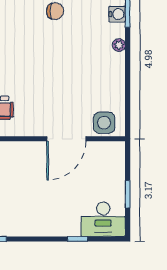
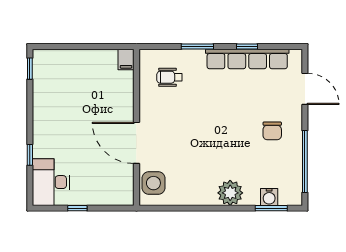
plant: (119, 45) -> (230, 193), width x1.88, depth x1.88
window: (128, 194) -> (77, 208), width x0.67

